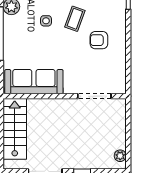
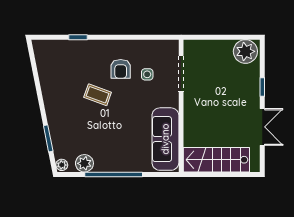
side table: (46, 21) -> (147, 74), moved
plant: (120, 156) -> (245, 51), width x1.87, depth x1.87

